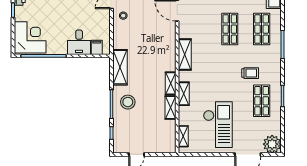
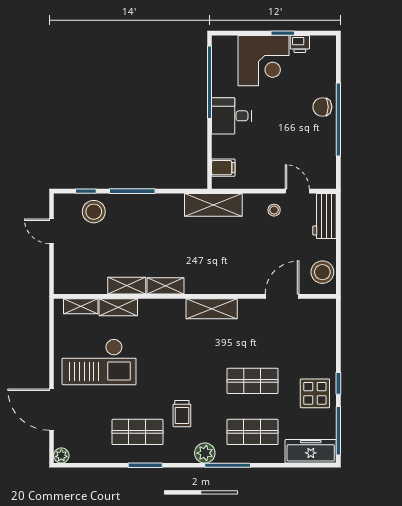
corner desk: (30, 37) -> (264, 61), moved
desk: (79, 42) -> (231, 116), moved
plant: (275, 59) -> (205, 453), added
shelving: (120, 67) -> (213, 205), moved
shelving: (184, 94) -> (118, 307), moved
stool: (128, 102) -> (94, 212), moved
plant: (272, 144) -> (61, 455), width x0.53, depth x0.53

